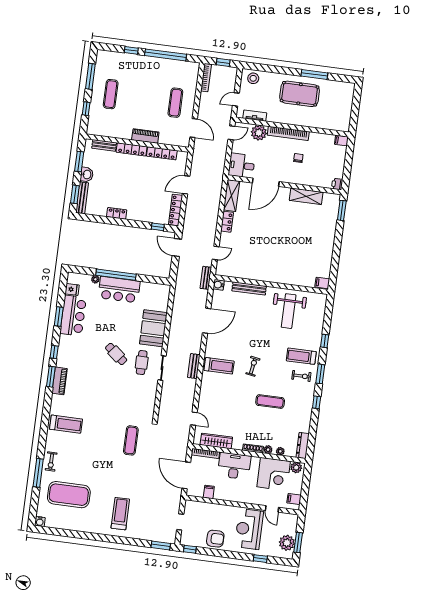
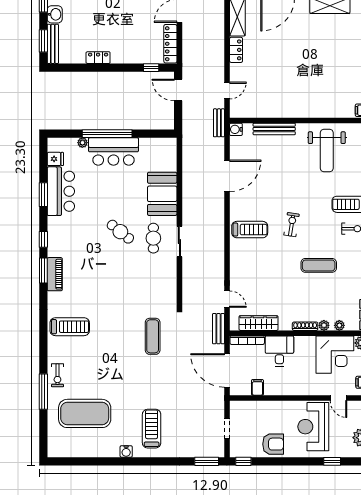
bench: (194, 366) -> (218, 329), moved
desk: (234, 466) -> (279, 351), width x0.73
water cooler: (40, 521) -> (126, 451), moved

